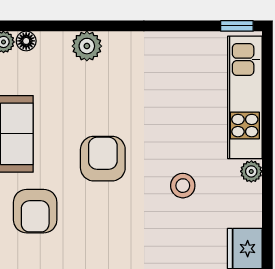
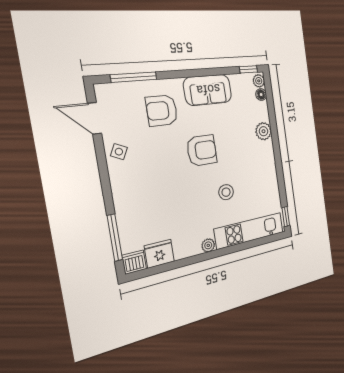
stool: (183, 186) -> (226, 192), moved

